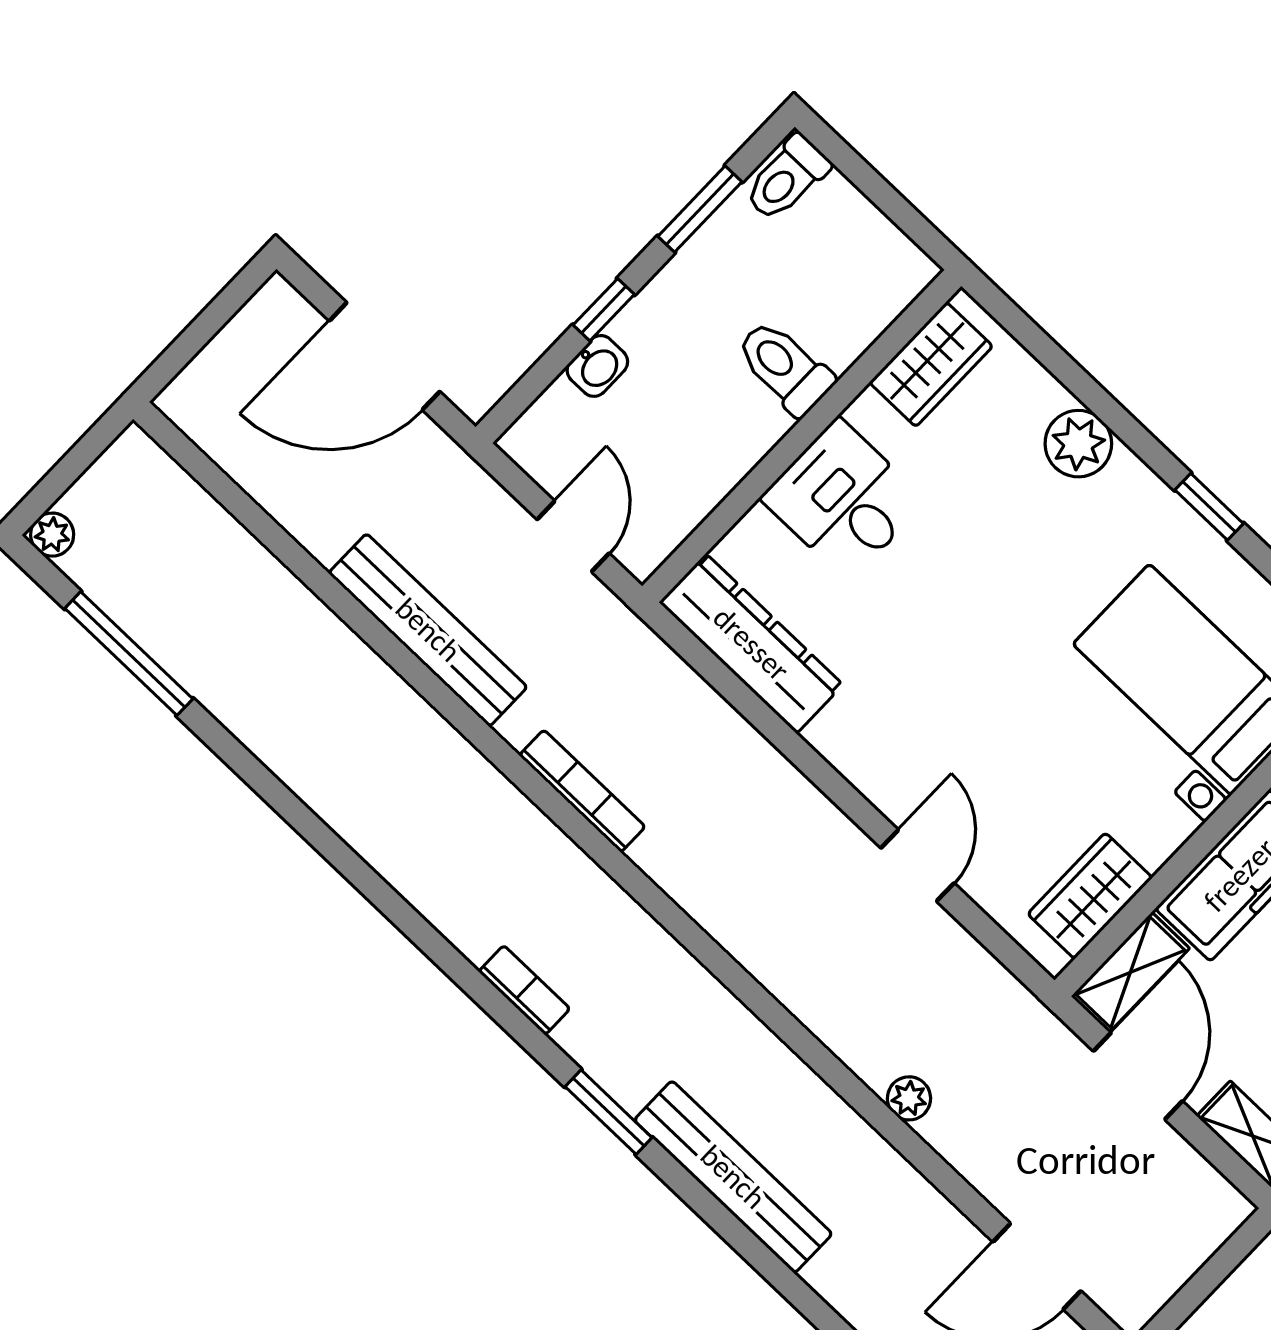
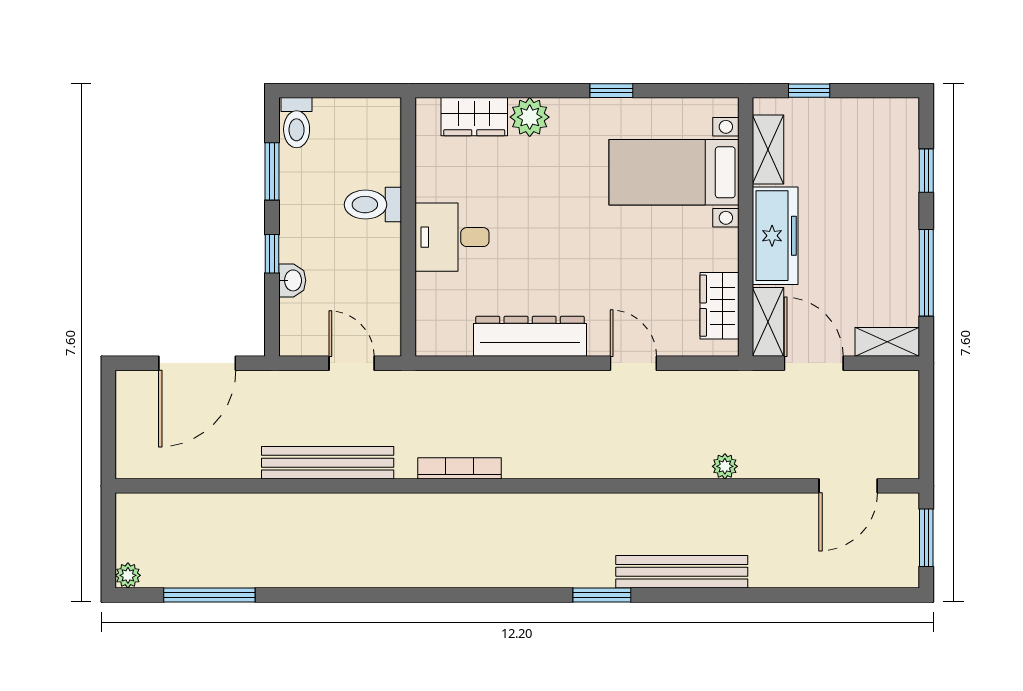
wardrobe: (931, 364) -> (474, 117), moved, turned 90
dresser: (751, 644) -> (530, 336), moved
bookcase: (524, 990) -> (516, 577), removed

